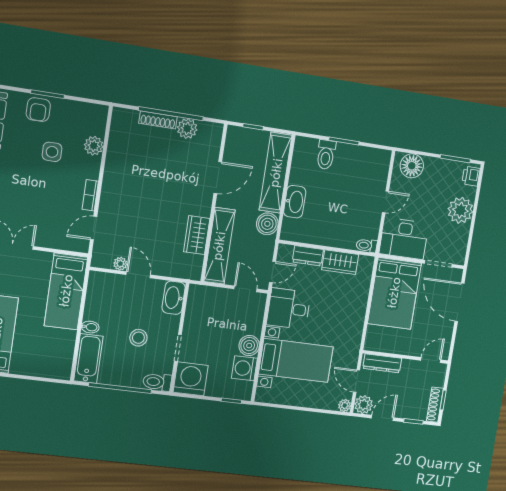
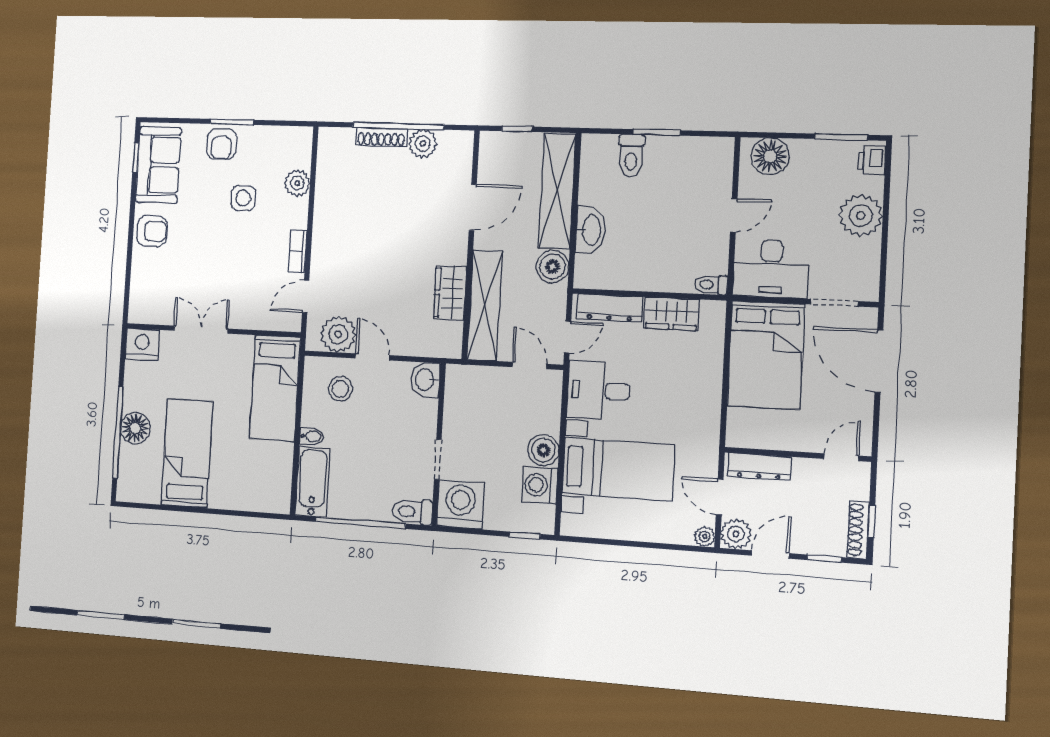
dresser: (308, 256) -> (610, 308), width x1.44
plant: (120, 264) -> (338, 334), width x1.88, depth x1.88
washbasin: (174, 298) -> (425, 380), width x0.72
stool: (138, 338) -> (340, 389), moved

